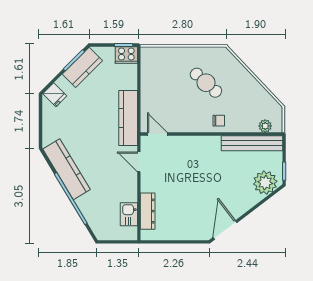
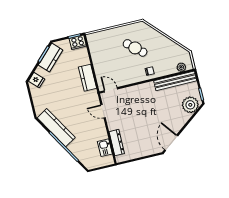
kitchen counter: (128, 118) -> (87, 78), width x0.67

